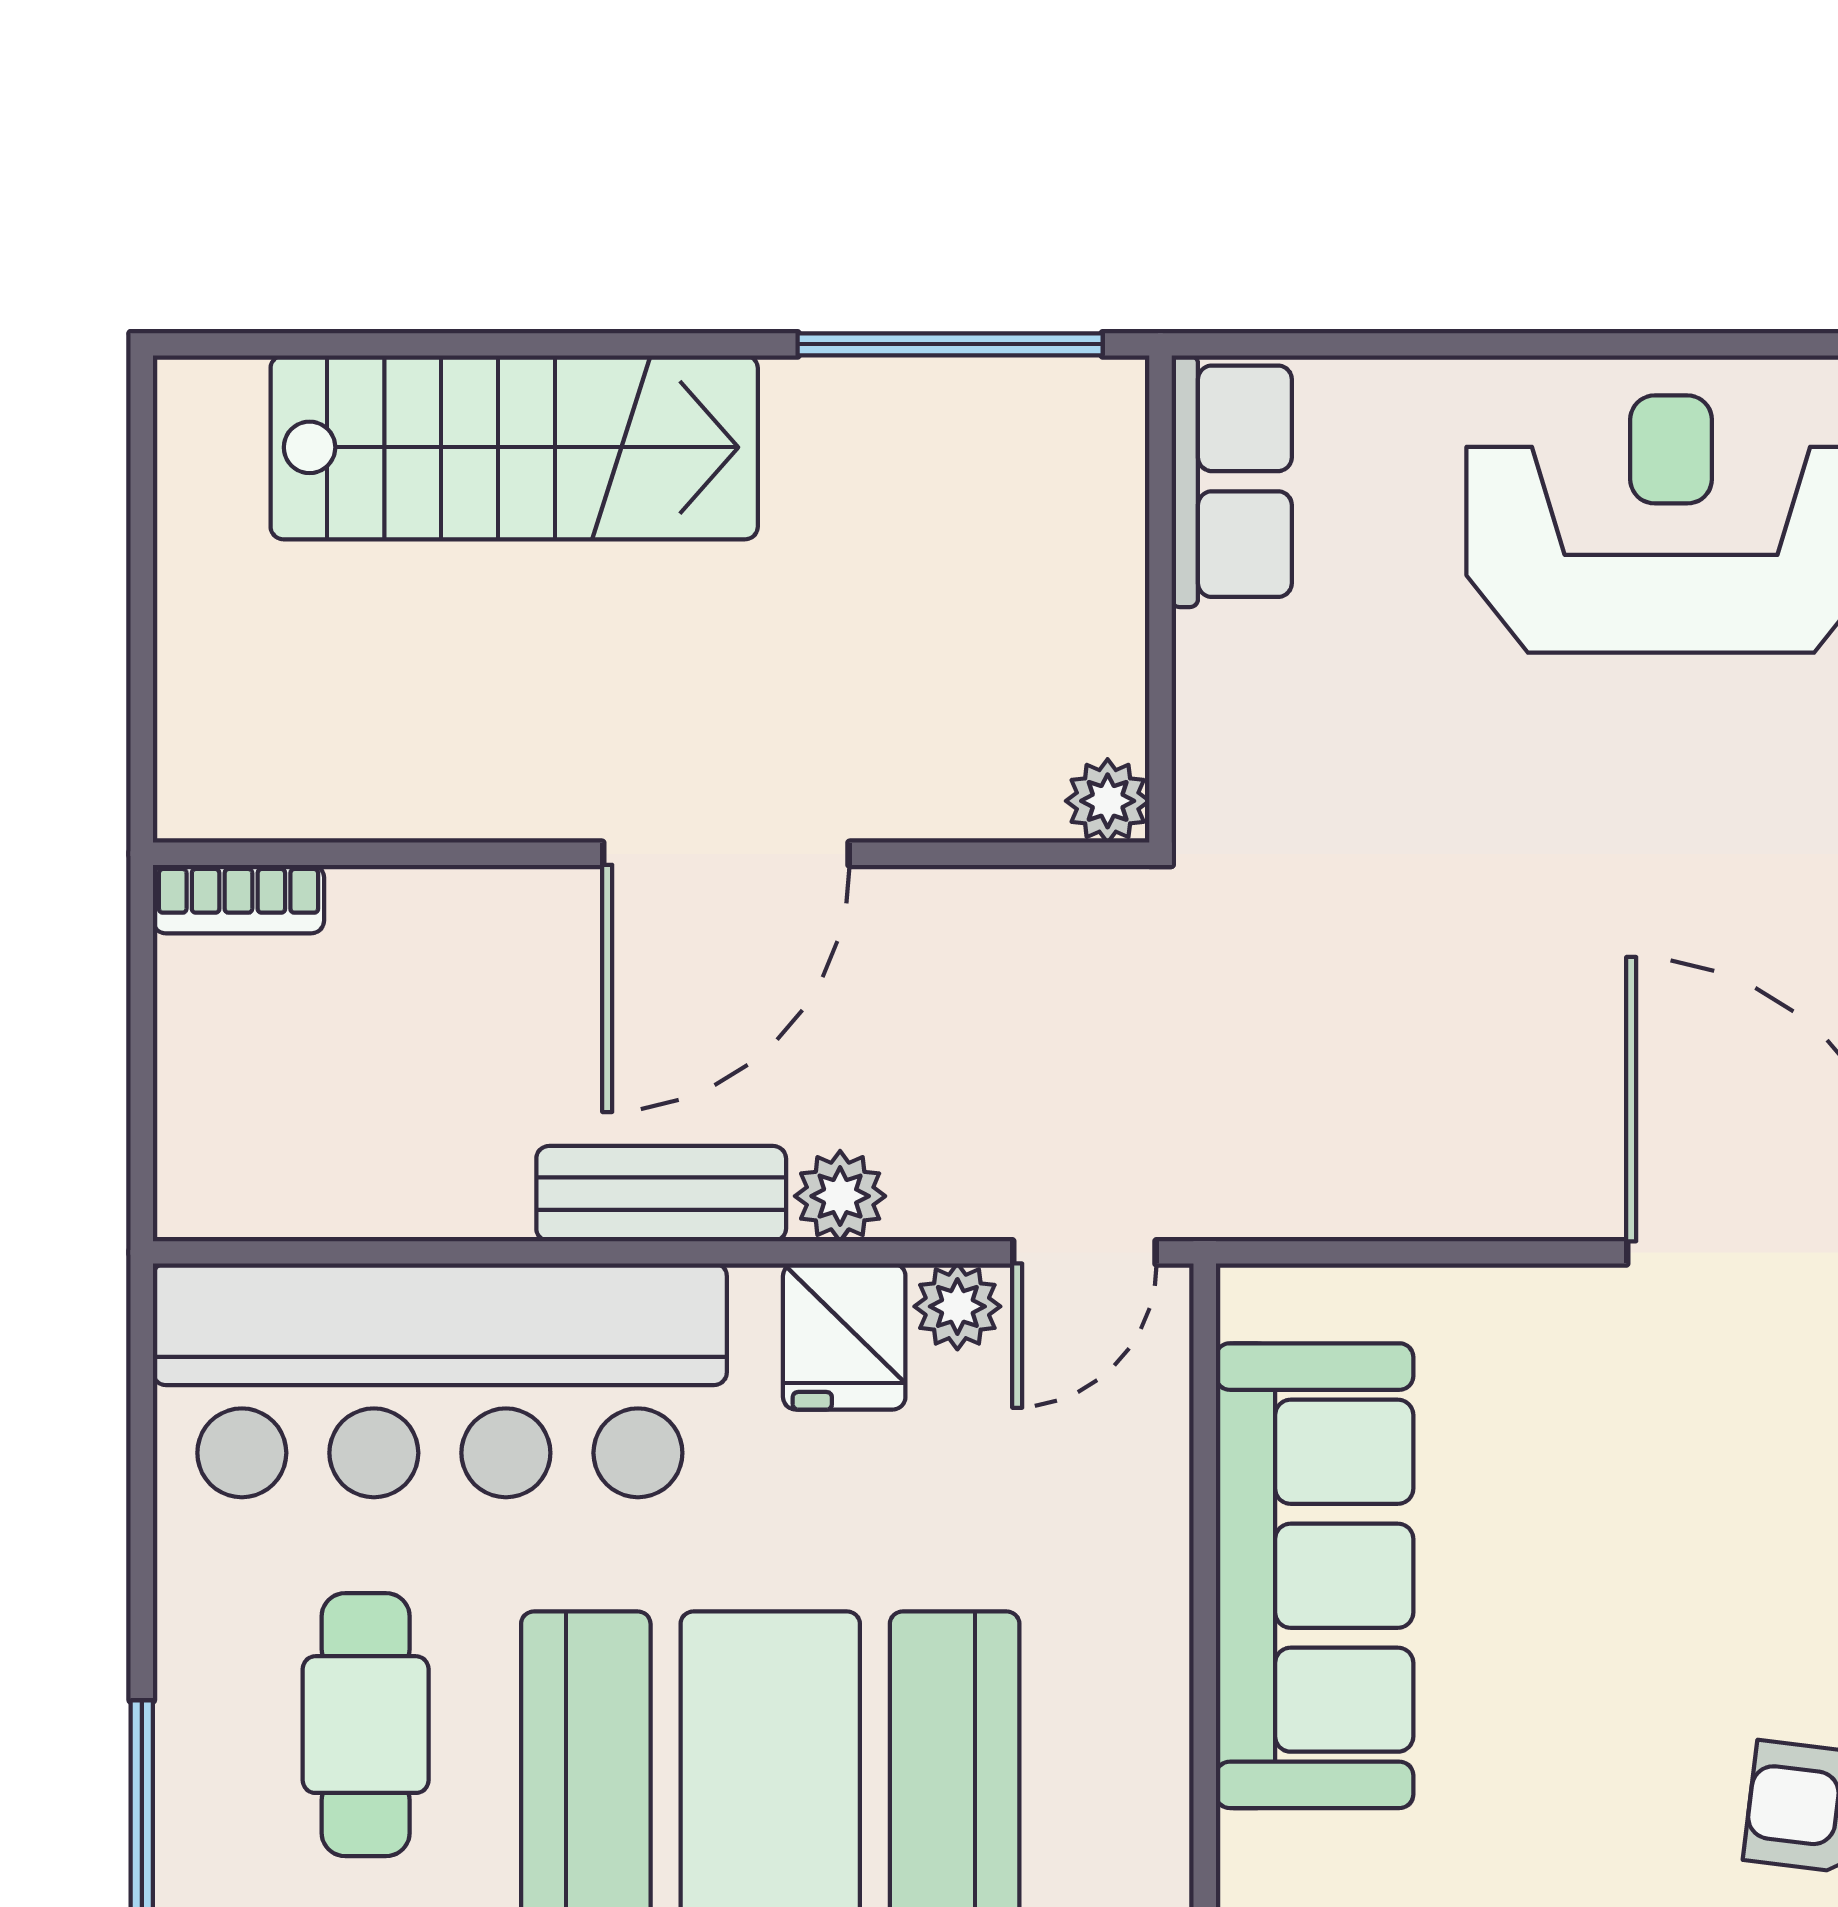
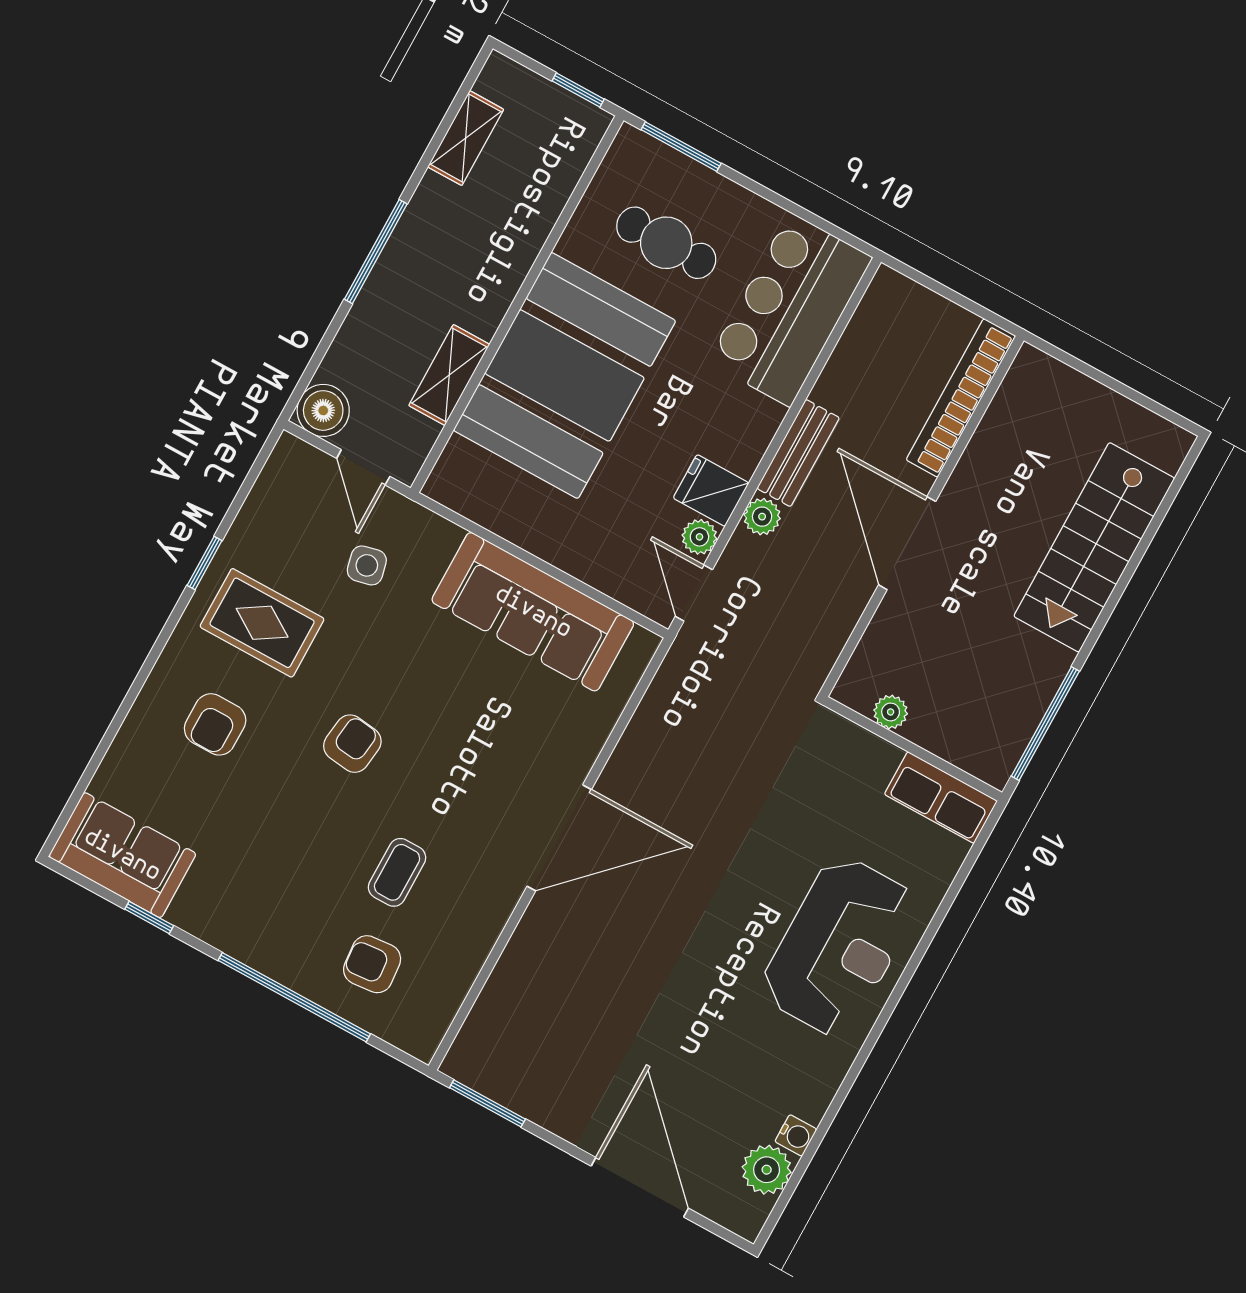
plant: (1108, 801) -> (891, 712), moved
bookcase: (238, 899) -> (961, 398), width x2.31, depth x1.31
bar counter: (440, 1380) -> (790, 310), width x0.73

